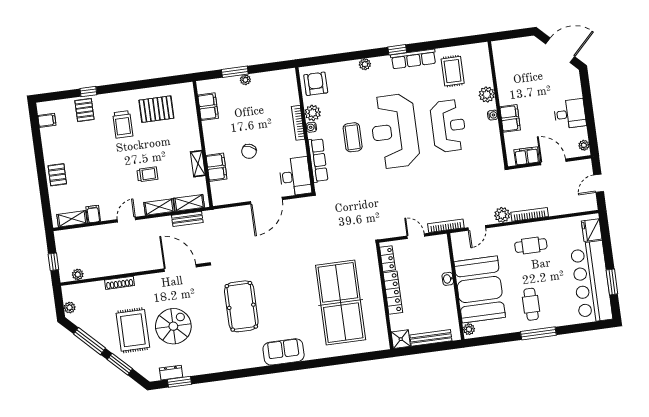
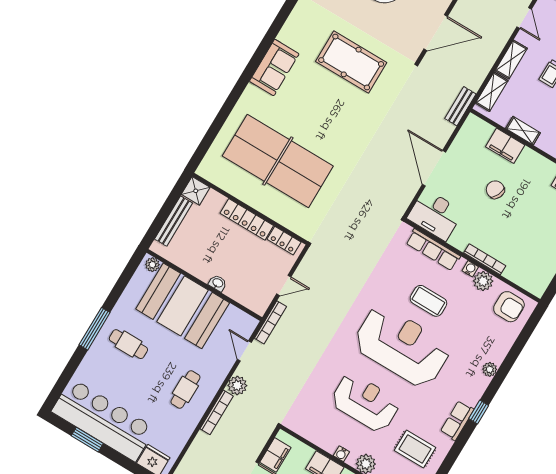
row of seats: (413, 59) -> (457, 420), width x0.68
reception desk: (448, 126) -> (365, 402), turned 180
bench: (187, 219) -> (460, 106), moved

